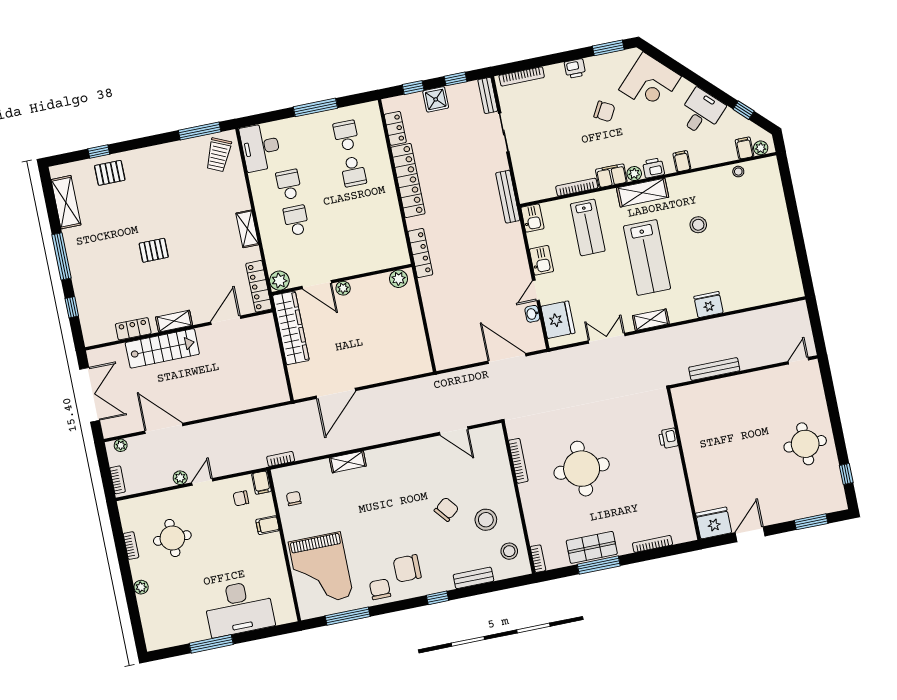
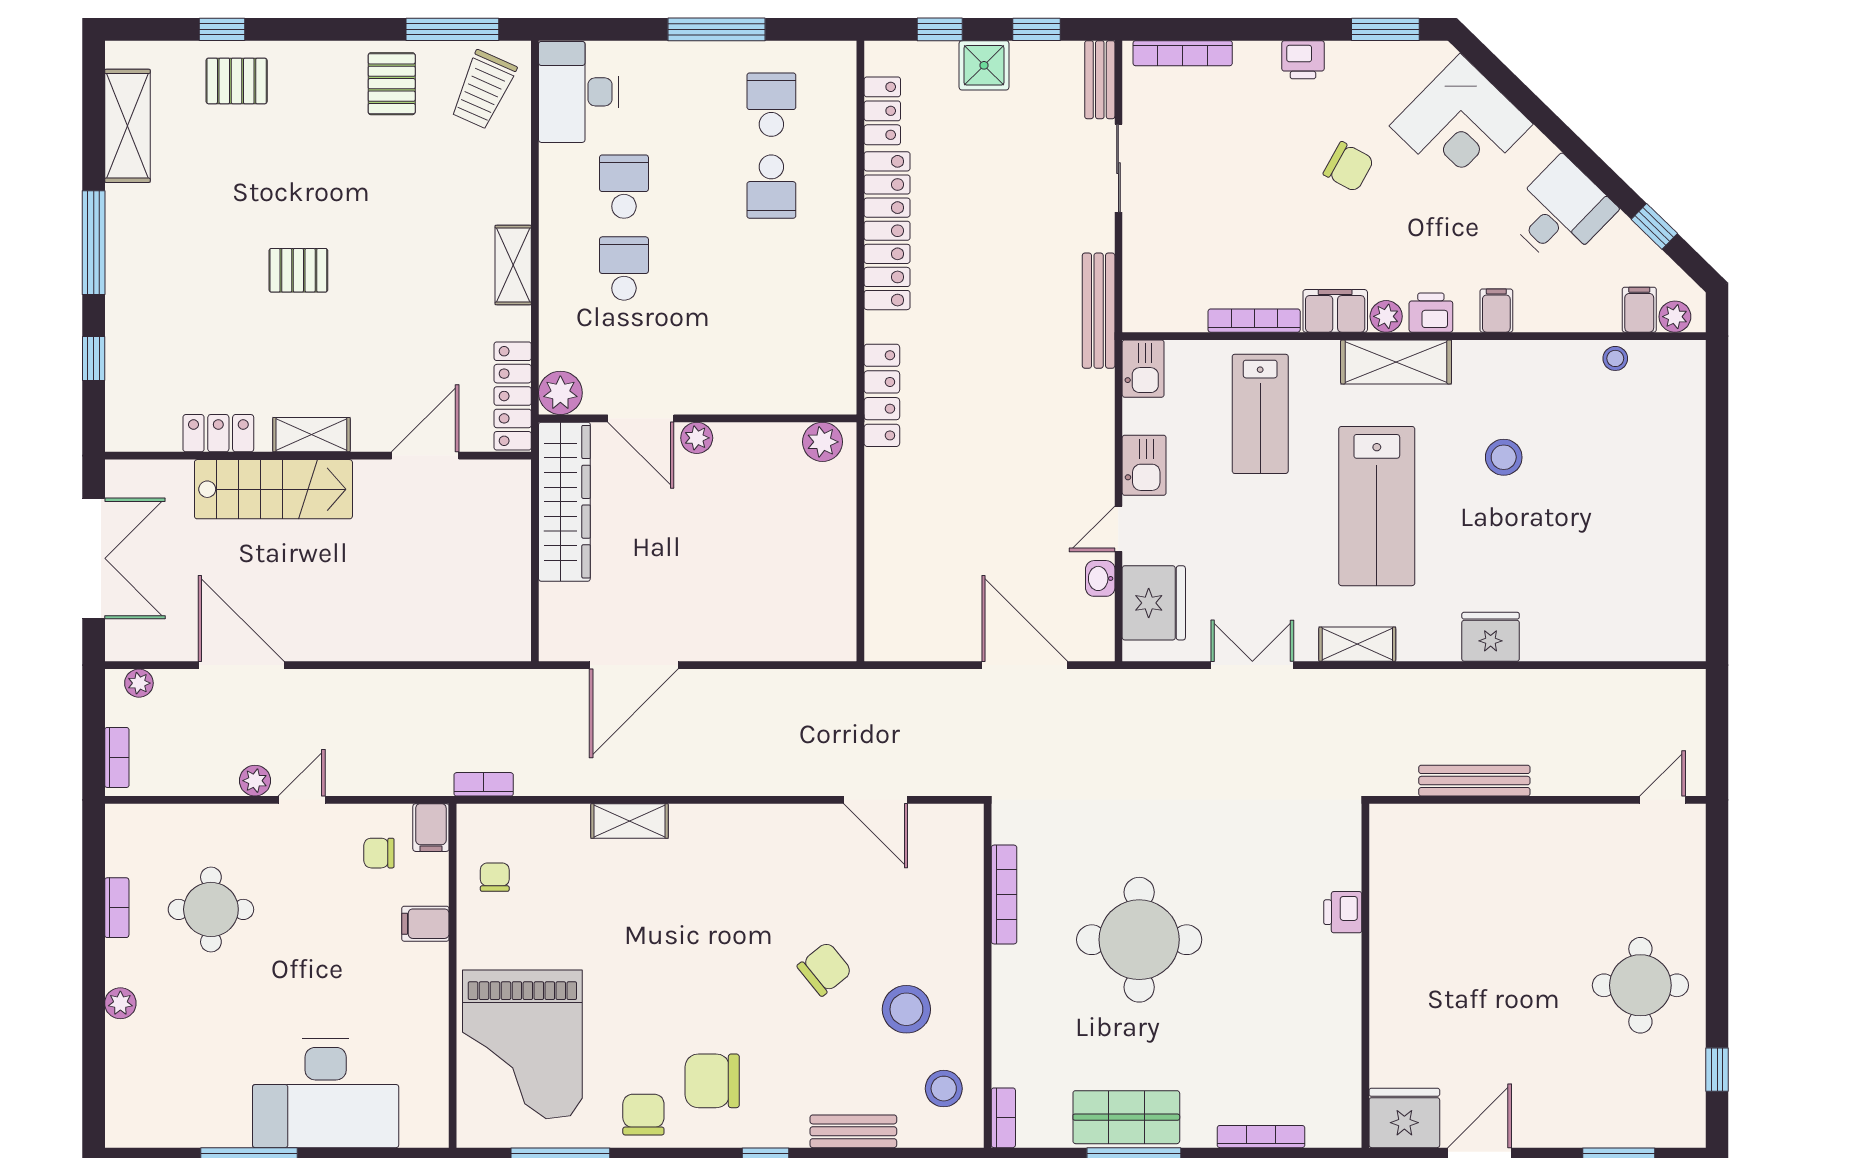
pallet: (178, 160) -> (392, 84), added

